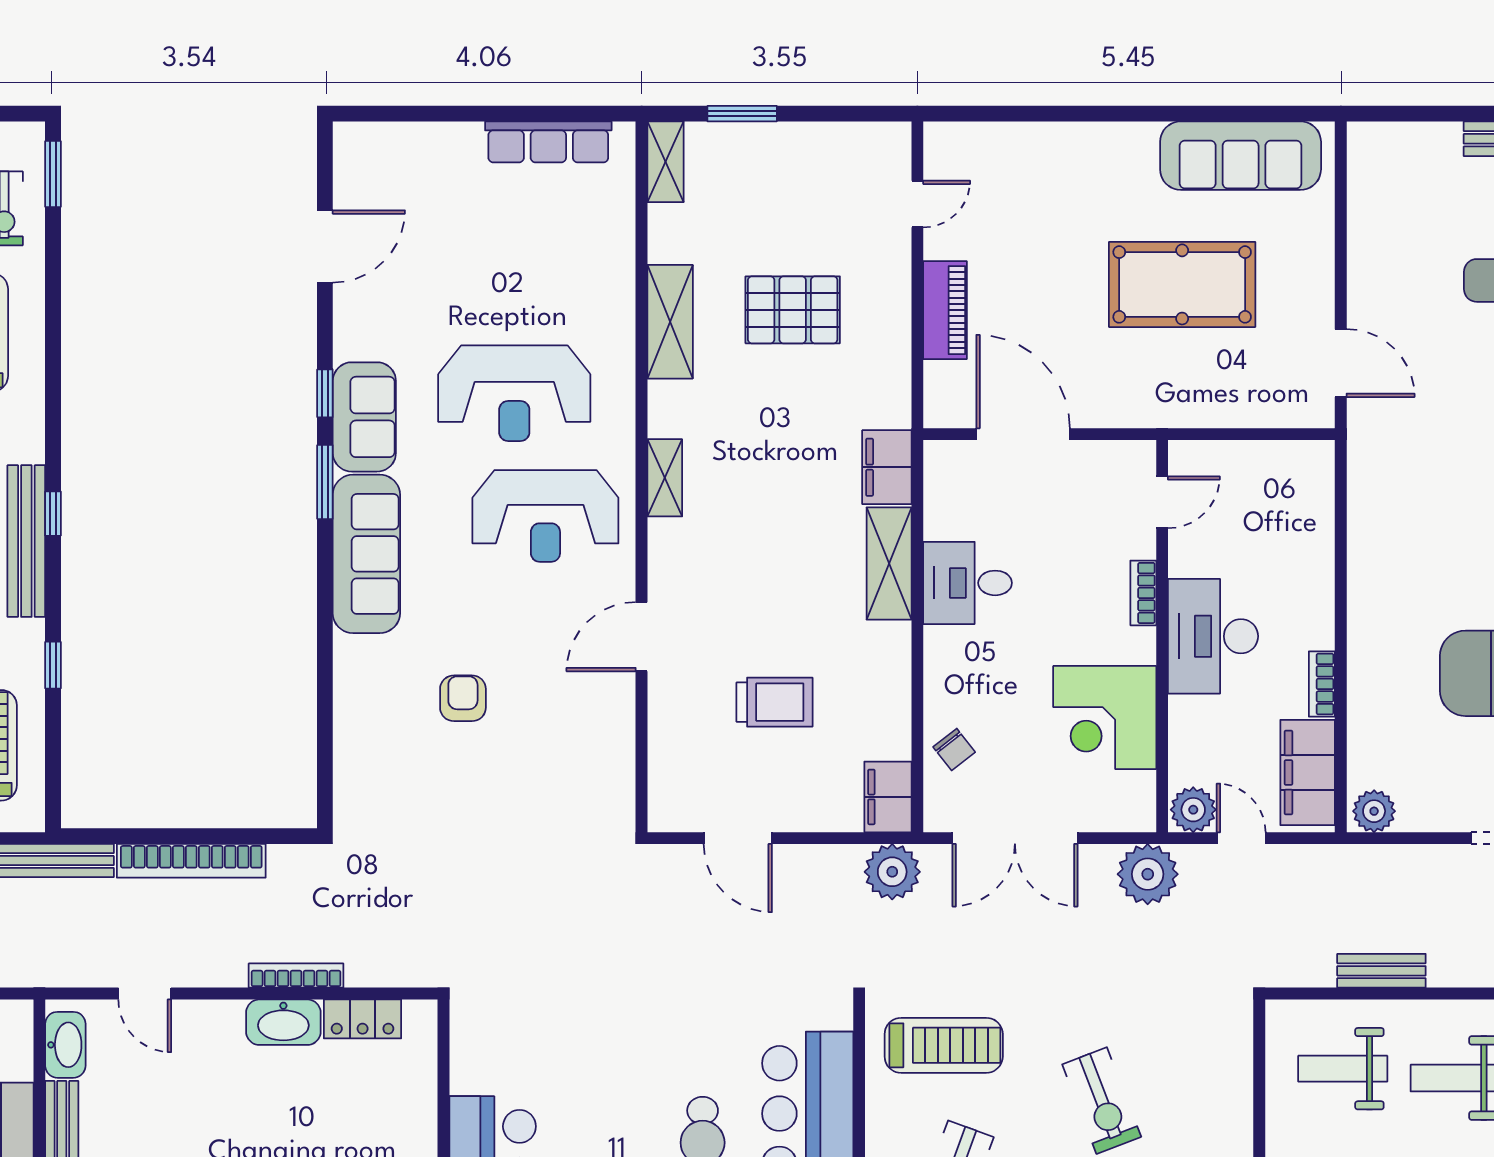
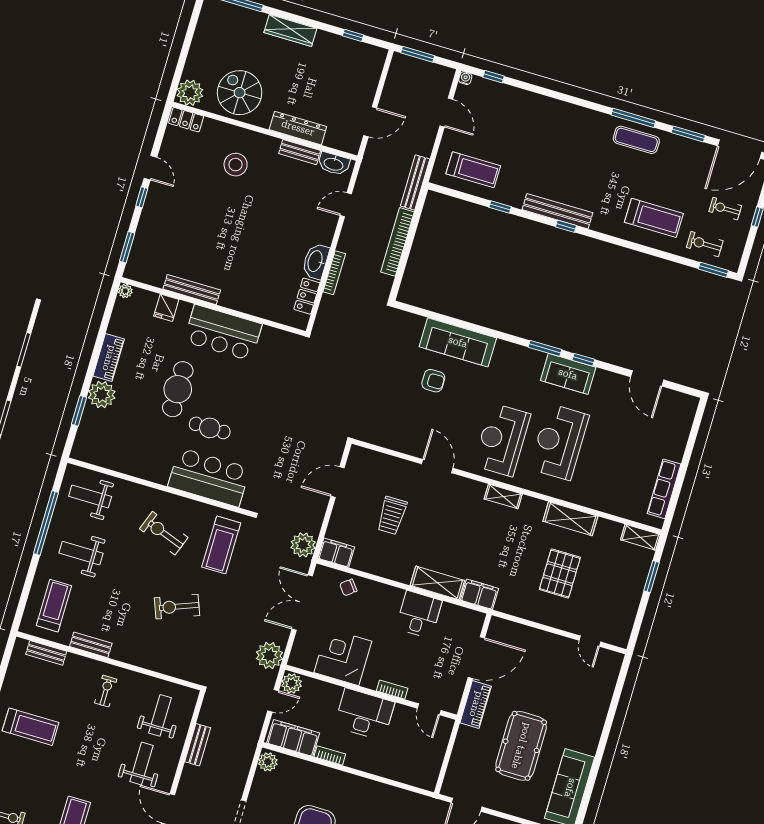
piano: (945, 310) -> (476, 704), moved, turned -90
sofa: (366, 554) -> (458, 342), moved

